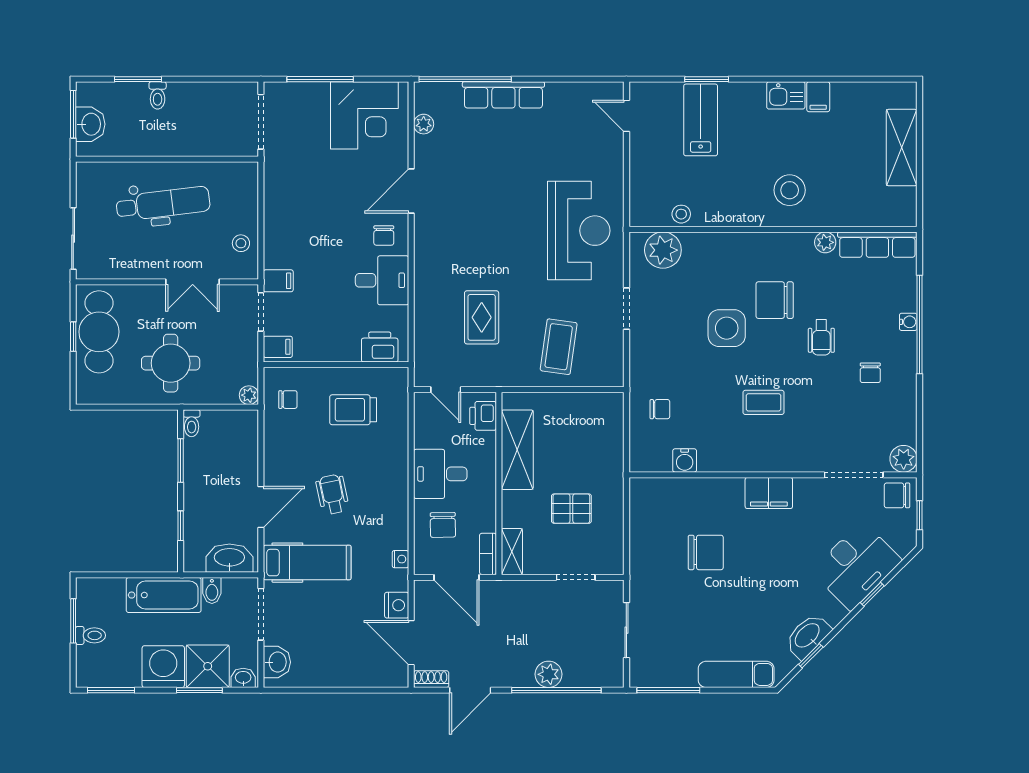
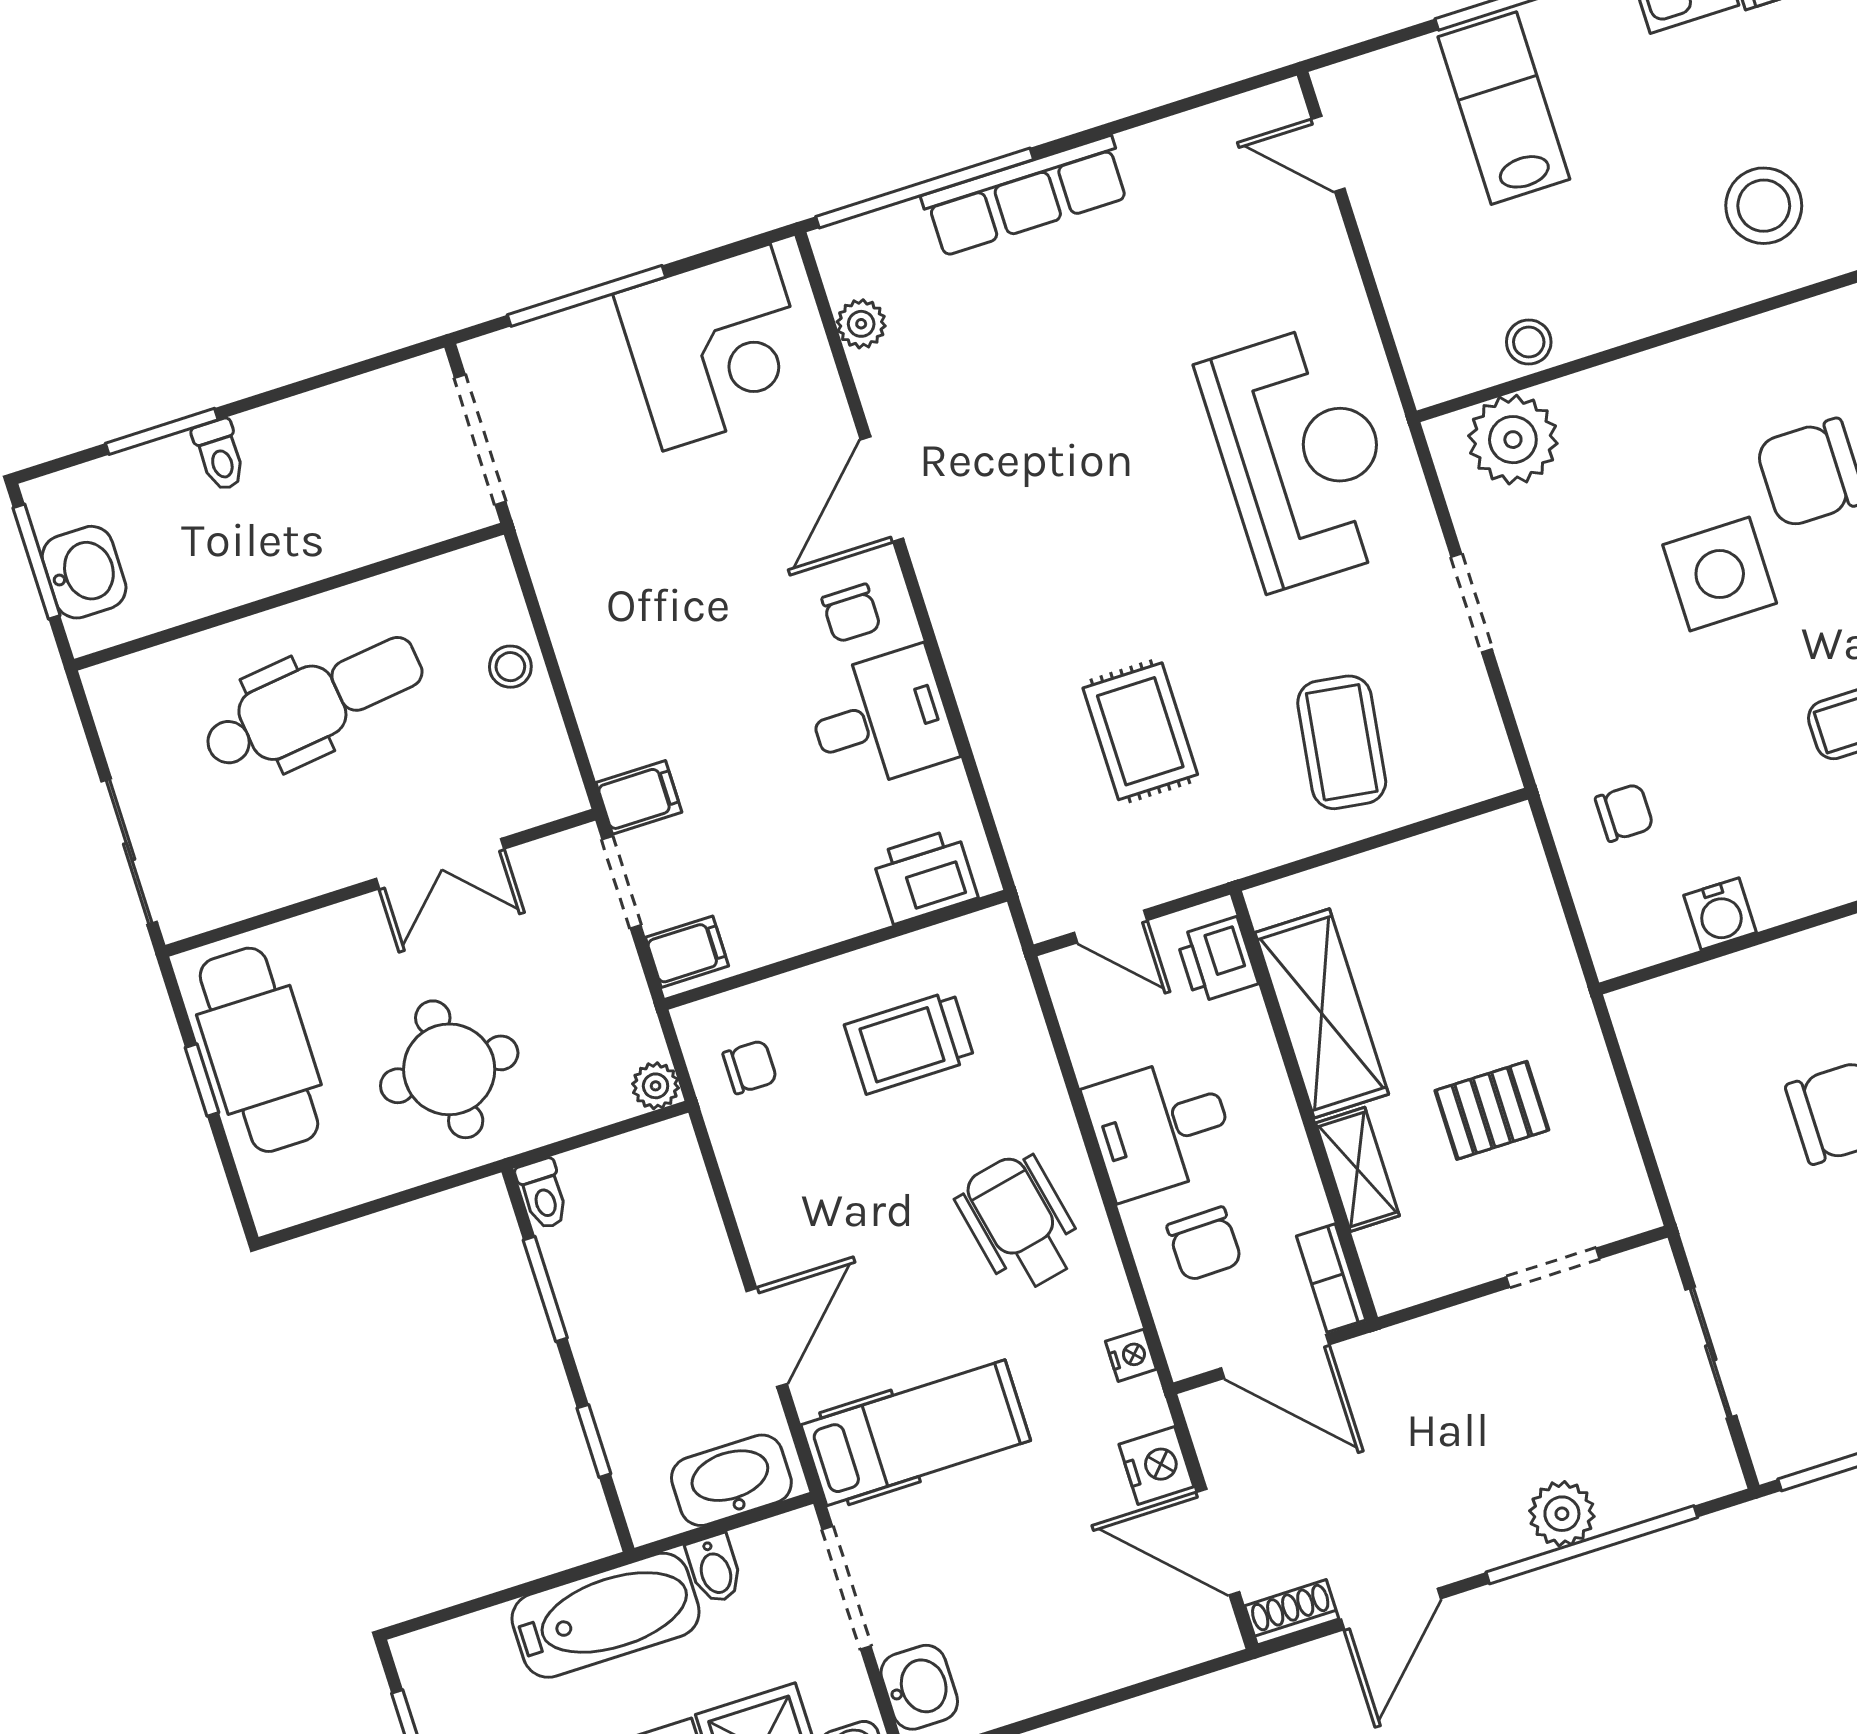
stool: (241, 243) -> (510, 667), moved
wheelchair: (332, 494) -> (1020, 1223), moved, width x1.36, depth x1.37
shelving: (512, 552) -> (1358, 1169), moved

